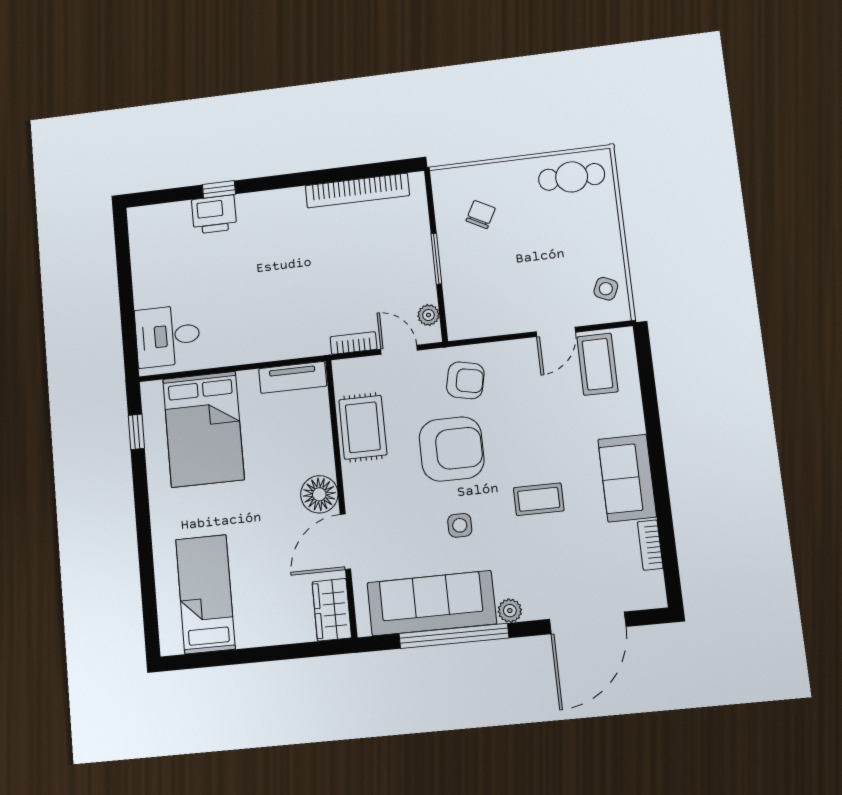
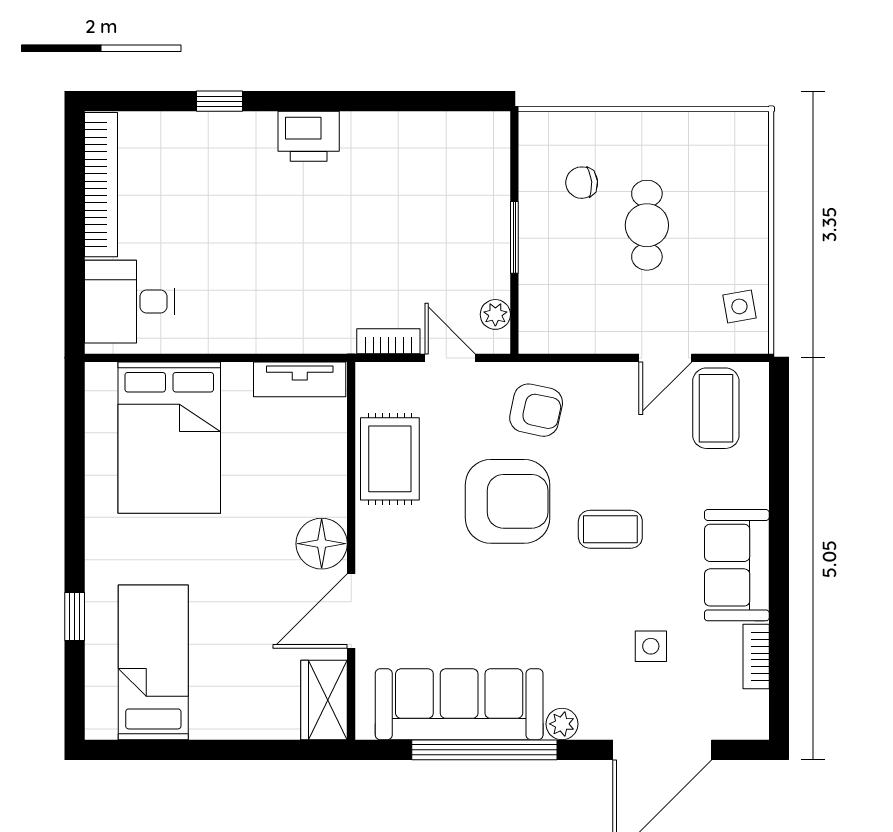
cafe table: (572, 177) -> (647, 225), moved, turned 90
bookcase: (357, 191) -> (101, 185), moved, turned -90
printer: (214, 214) -> (309, 136), moved
chair: (481, 214) -> (582, 183), turned -123
side table: (606, 289) -> (739, 306), turned -34
window: (136, 432) -> (75, 616), moved
coffee table: (539, 499) -> (610, 529), moved
side table: (460, 525) -> (651, 646), moved

